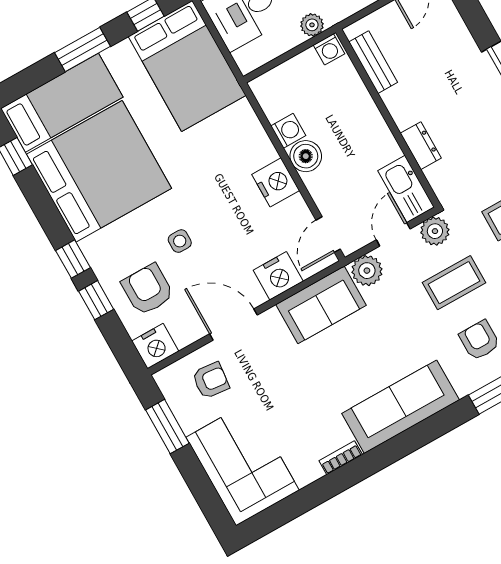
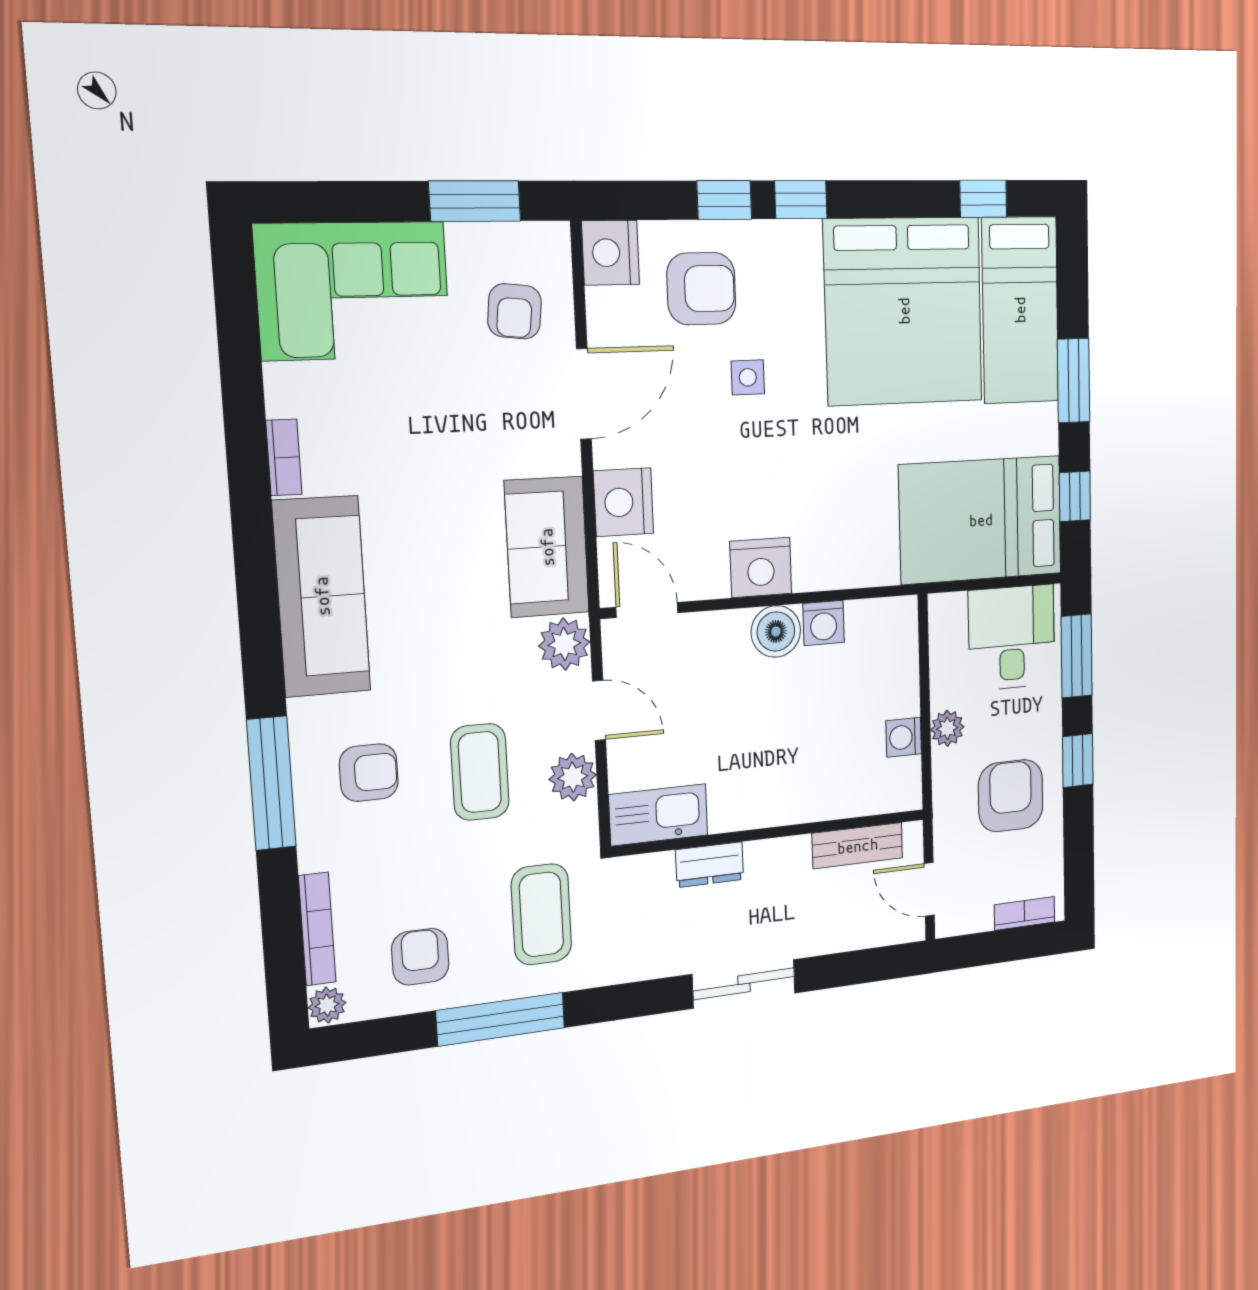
bench: (373, 62) -> (858, 846), moved
wall: (388, 118) -> (771, 833), moved
dresser: (421, 146) -> (710, 865), moved
kitchen sink: (406, 189) -> (658, 815), moved

